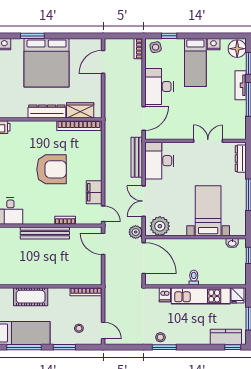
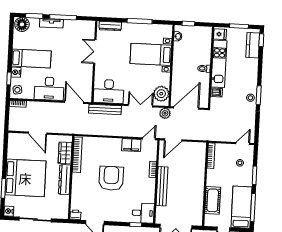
nightstand: (214, 44) -> (16, 72), moved
door: (103, 62) -> (38, 133), moved
double door: (144, 201) -> (140, 106), swing flipped

